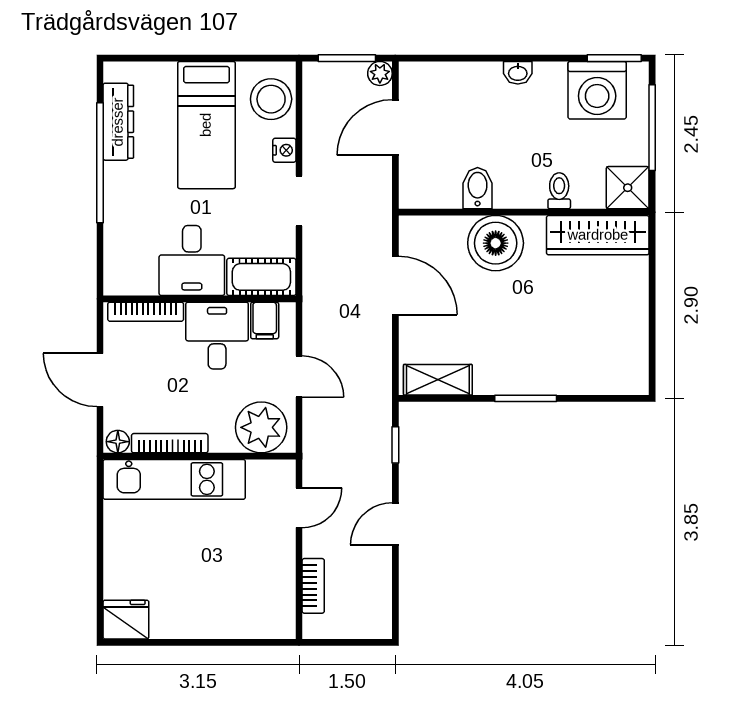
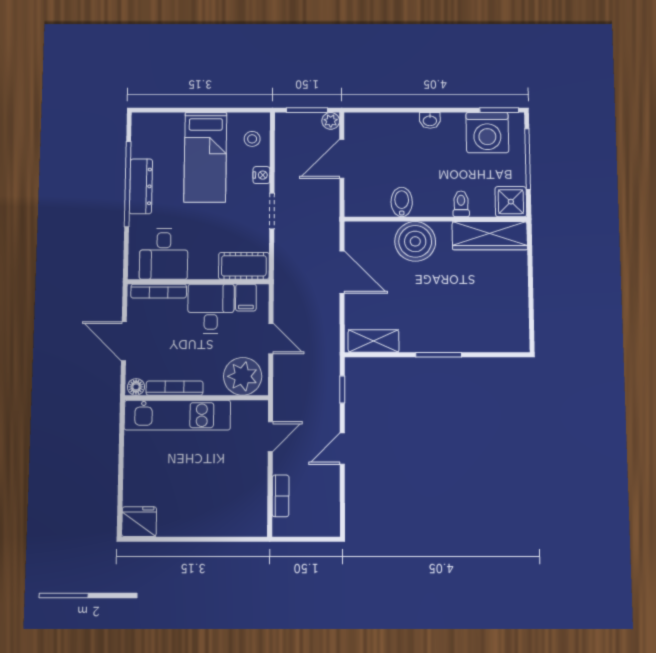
stool: (271, 99) -> (252, 139), width x0.53, depth x0.53
dresser: (118, 122) -> (141, 186), moved
desk: (192, 260) -> (164, 254), moved

